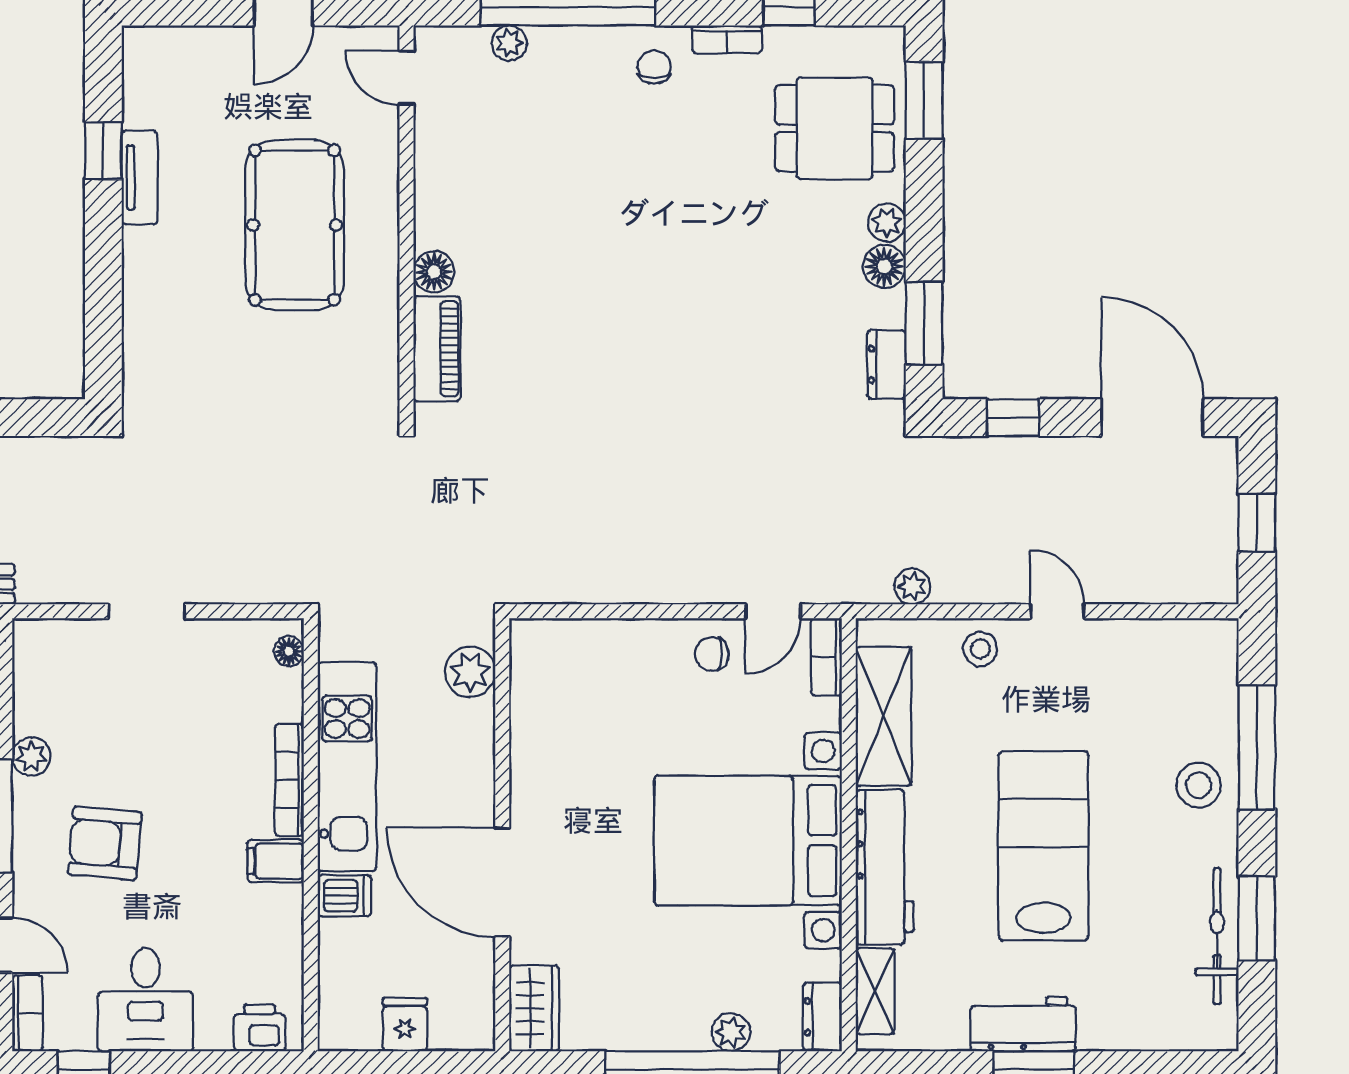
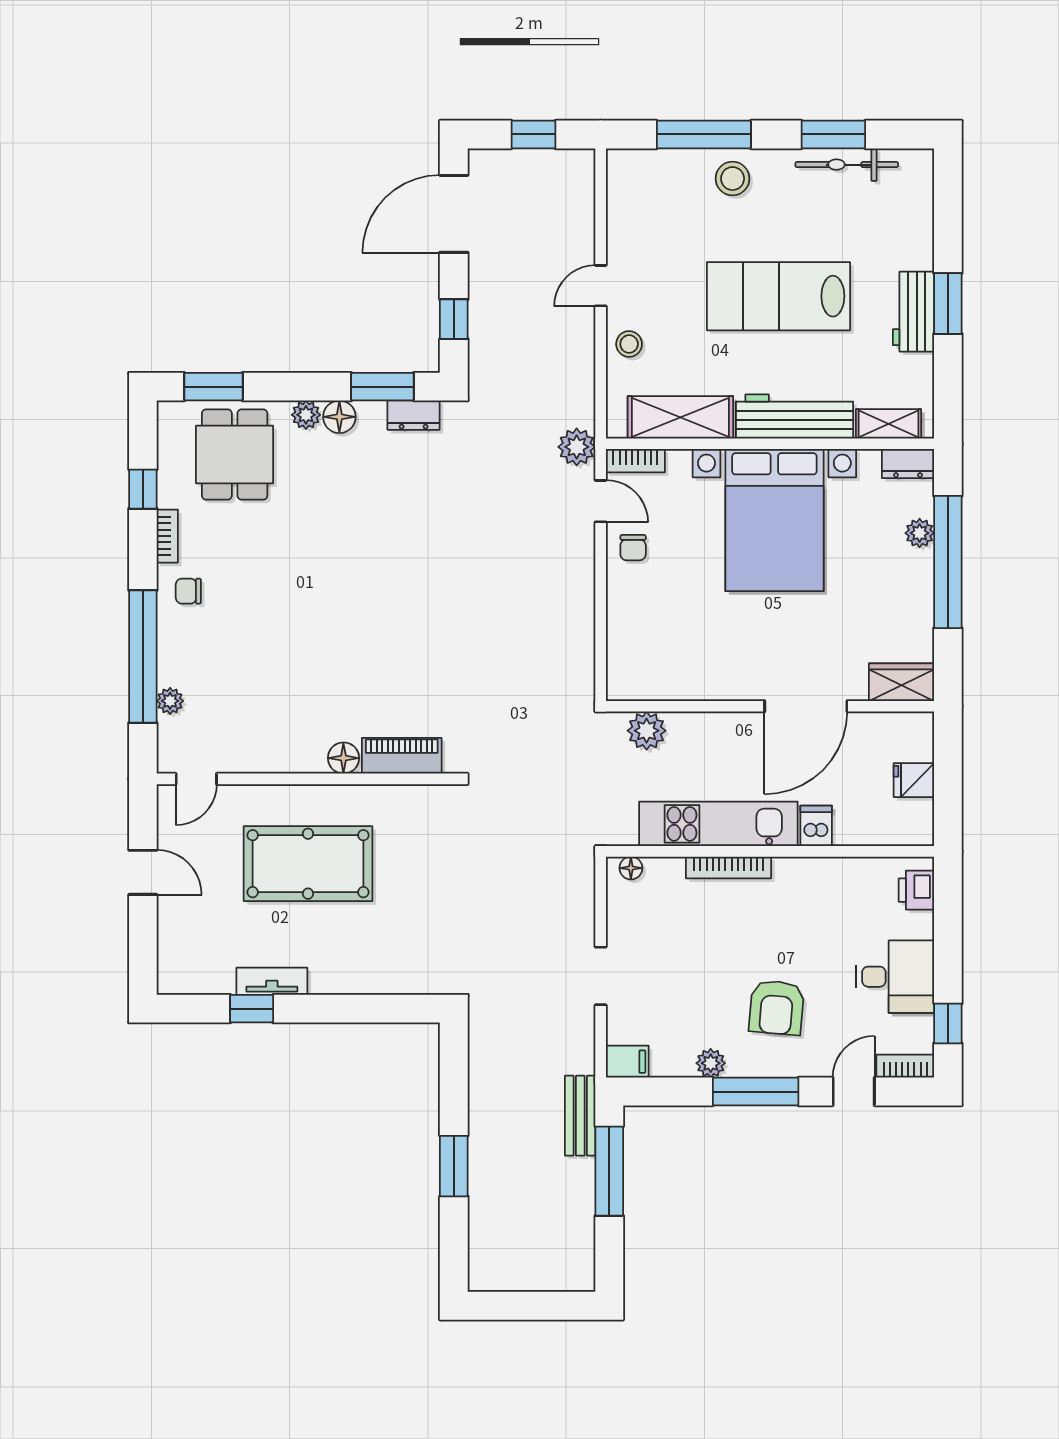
plant: (912, 586) -> (577, 447), moved, width x1.38, depth x1.38
filing cabinet: (276, 861) -> (627, 1062), moved, turned -90

